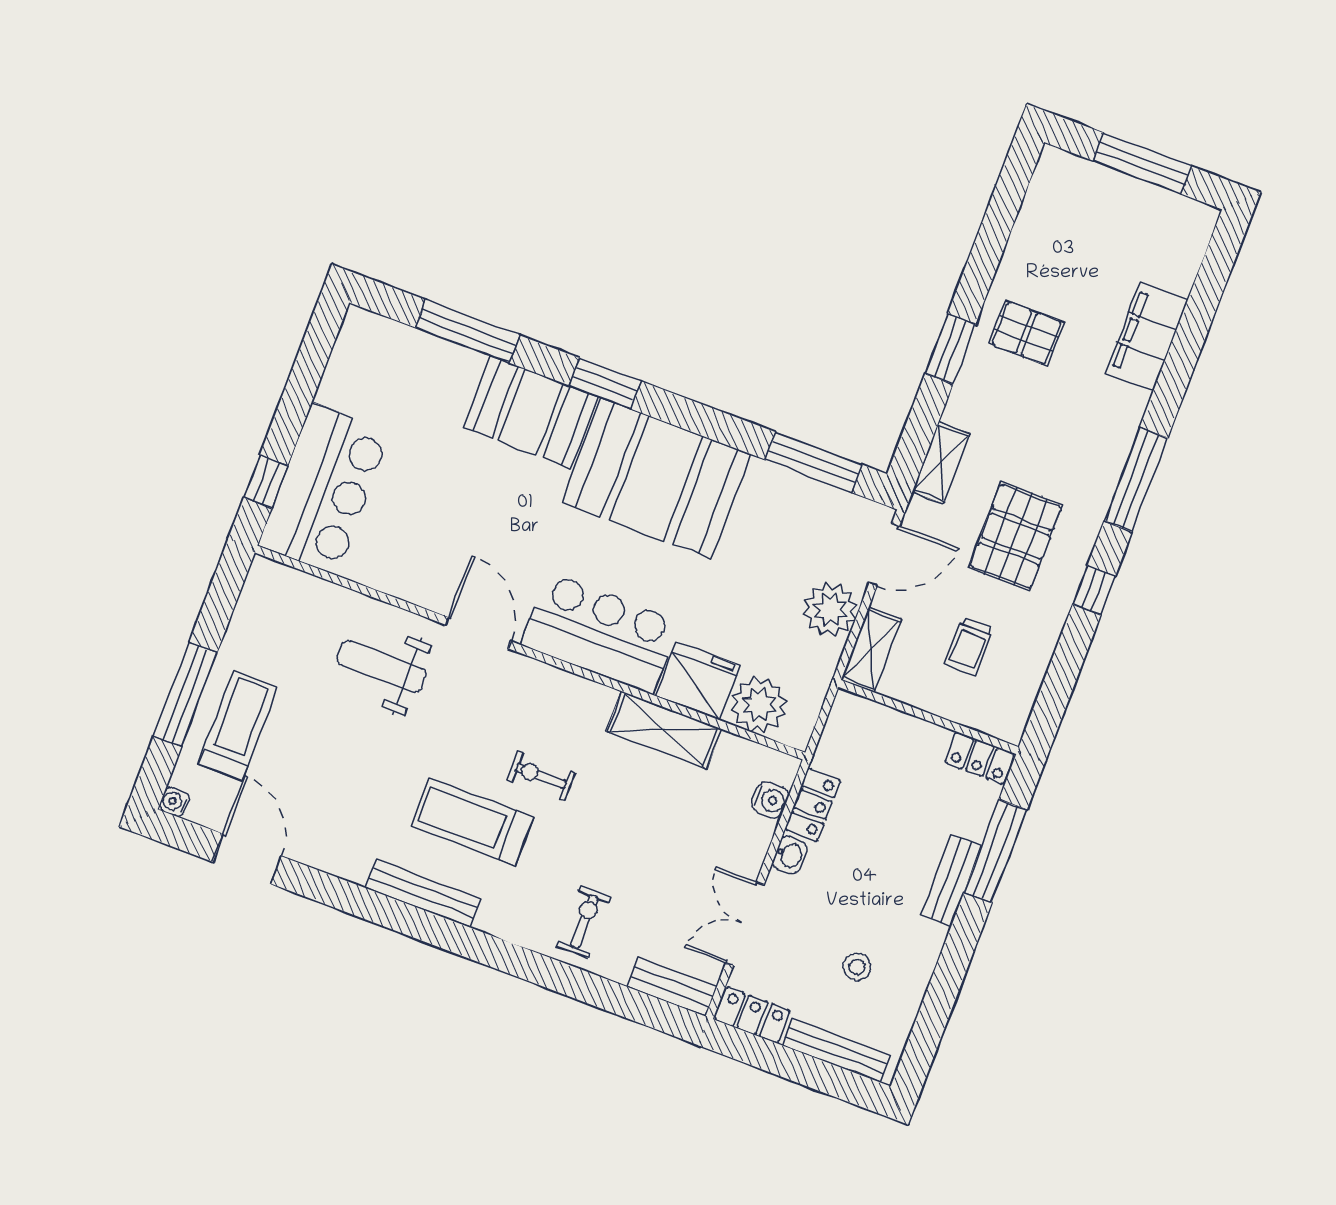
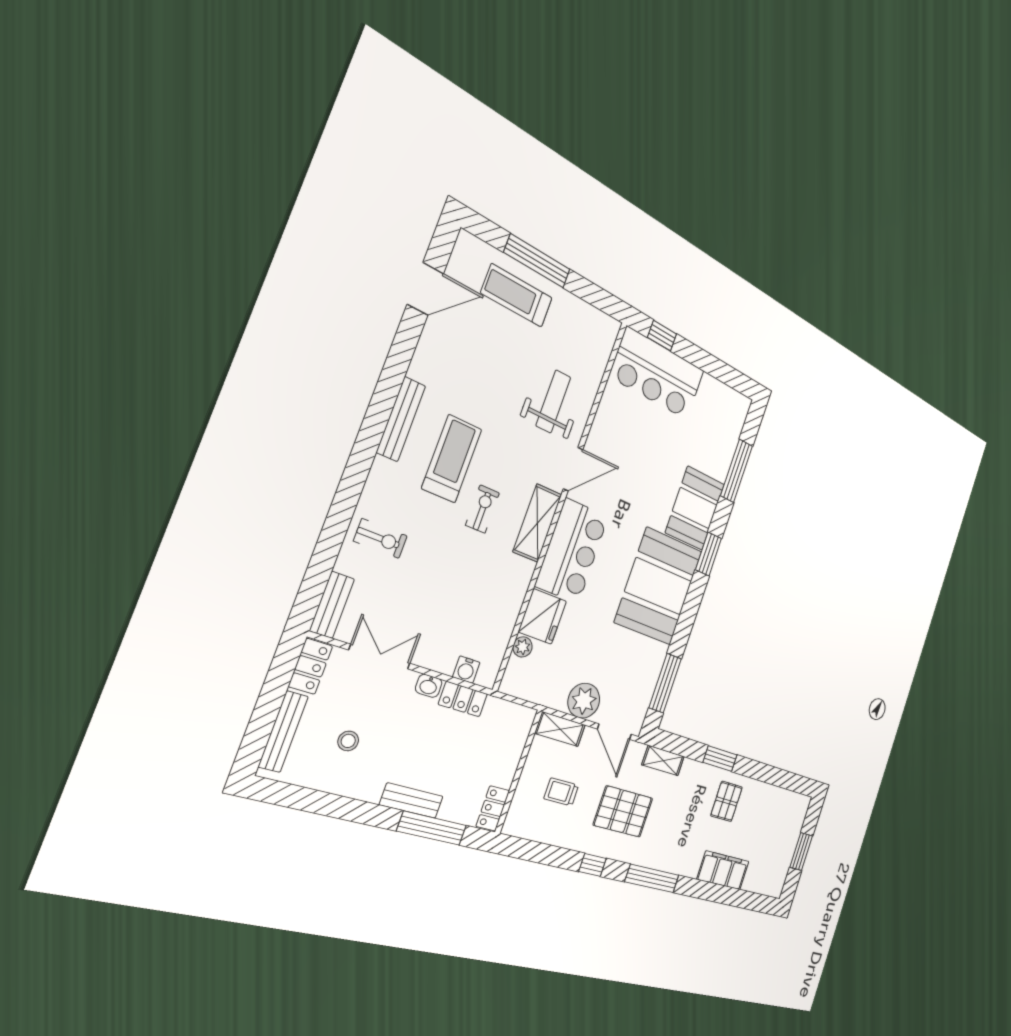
window: (1142, 163) -> (801, 852), width x0.69
plant: (759, 705) -> (523, 647), width x0.53, depth x0.53
treadmill: (238, 726) -> (517, 295), turned 180
shelving: (664, 730) -> (537, 523), moved
water cooler: (174, 802) -> (466, 240), removed

